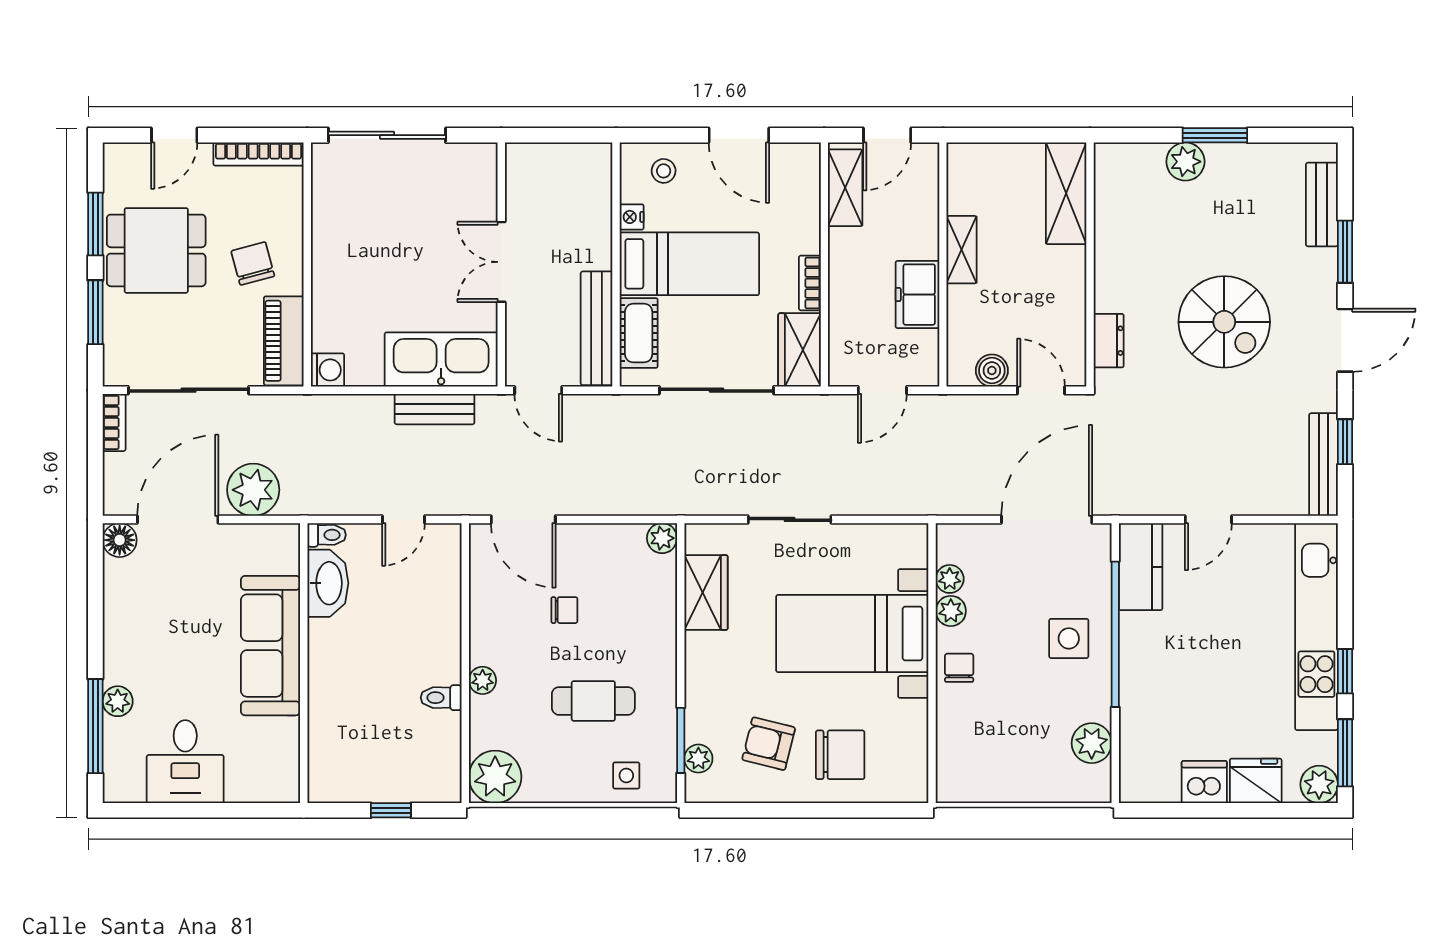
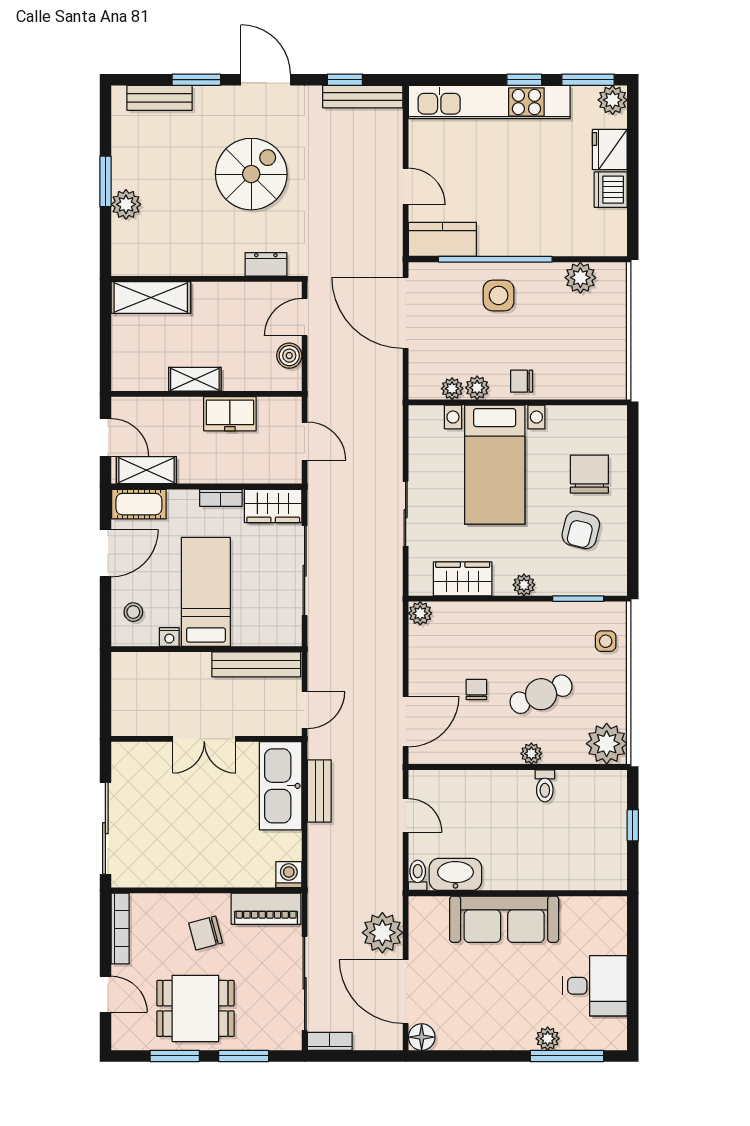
dining table: (156, 250) -> (195, 1008), turned 90
cot: (639, 333) -> (139, 504), moved
cafe table: (593, 701) -> (541, 694), moved, turned 68
plant: (698, 759) -> (524, 585), moved

